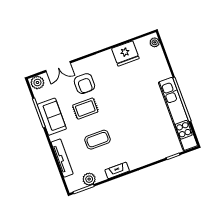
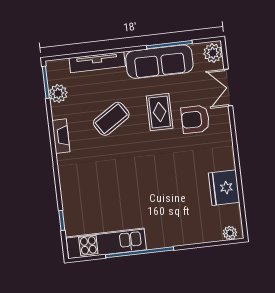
kitchen unit: (178, 114) -> (106, 243), width x0.73
sofa: (52, 117) -> (159, 62), width x1.36
coffee table: (98, 140) -> (111, 119), turned 57

